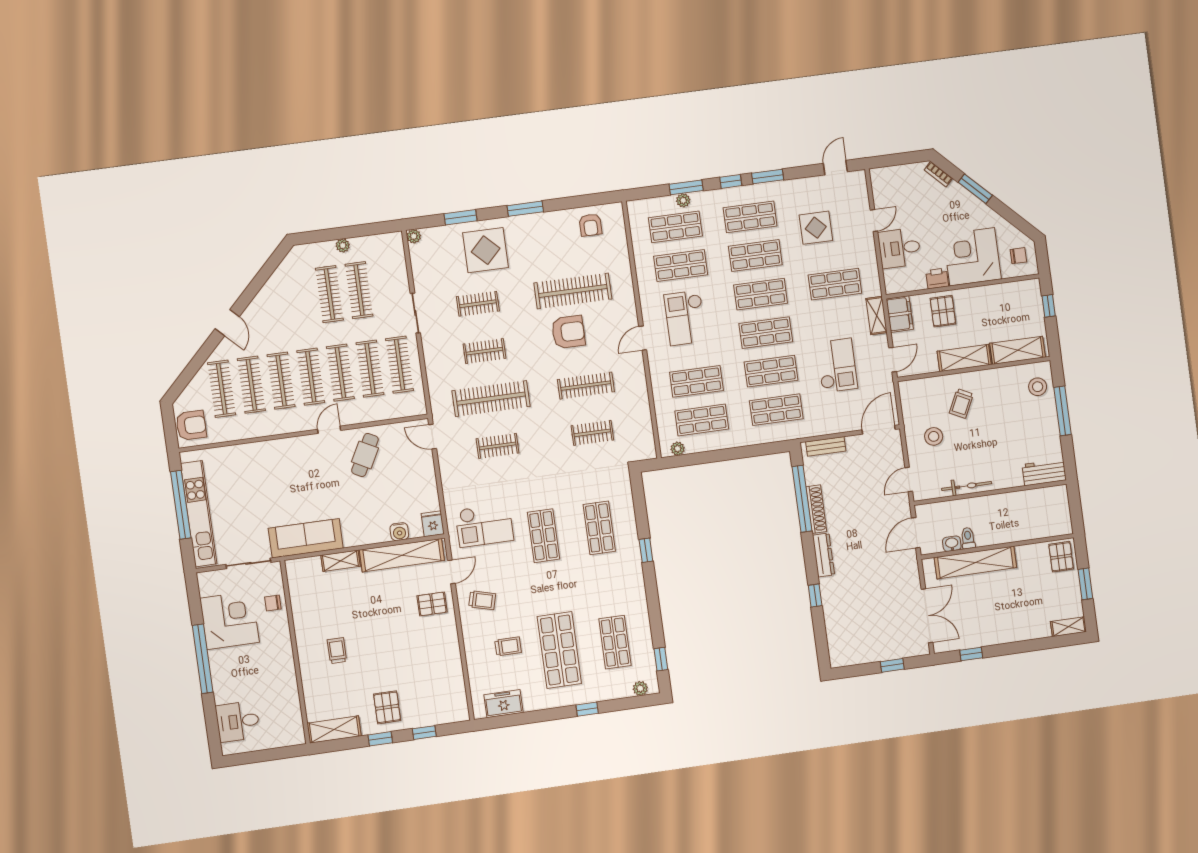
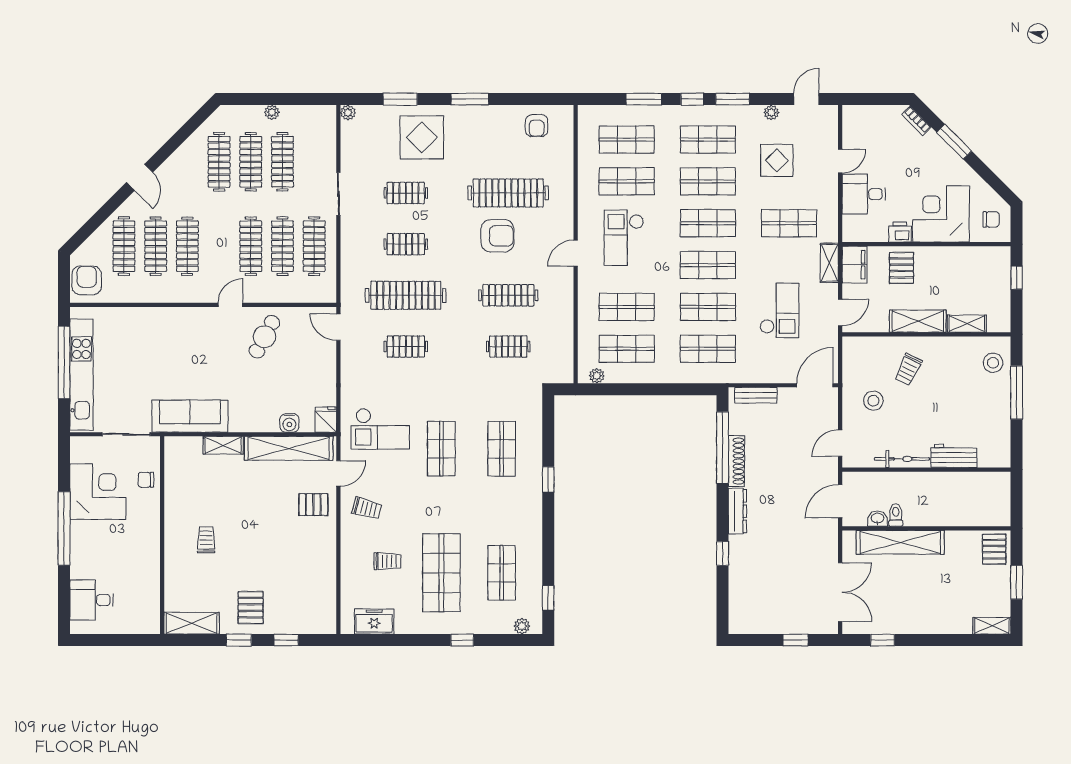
plant: (683, 200) -> (771, 113), moved
shelving: (1018, 350) -> (967, 324), width x0.67, depth x0.75
clothes rail: (311, 377) -> (219, 162), moved
armchair: (191, 425) -> (87, 280), turned -90
workbench: (1044, 472) -> (954, 456), moved

